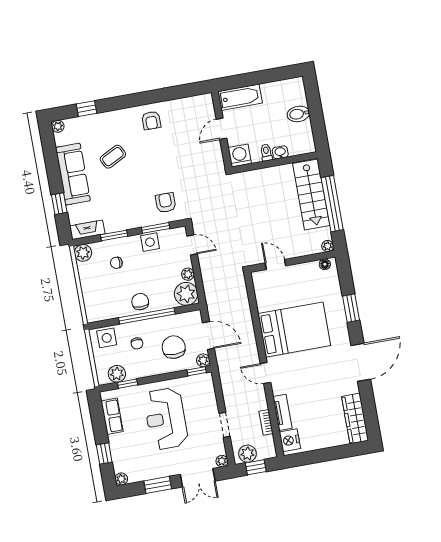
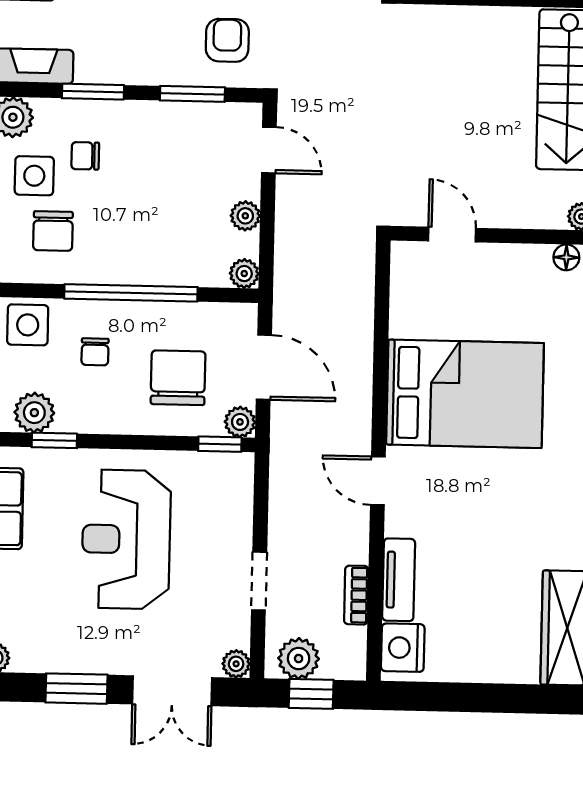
side table: (150, 242) -> (34, 176), moved
plant: (186, 294) -> (244, 274), width x0.53, depth x0.53
chair: (140, 302) -> (53, 231), moved, turned 180

